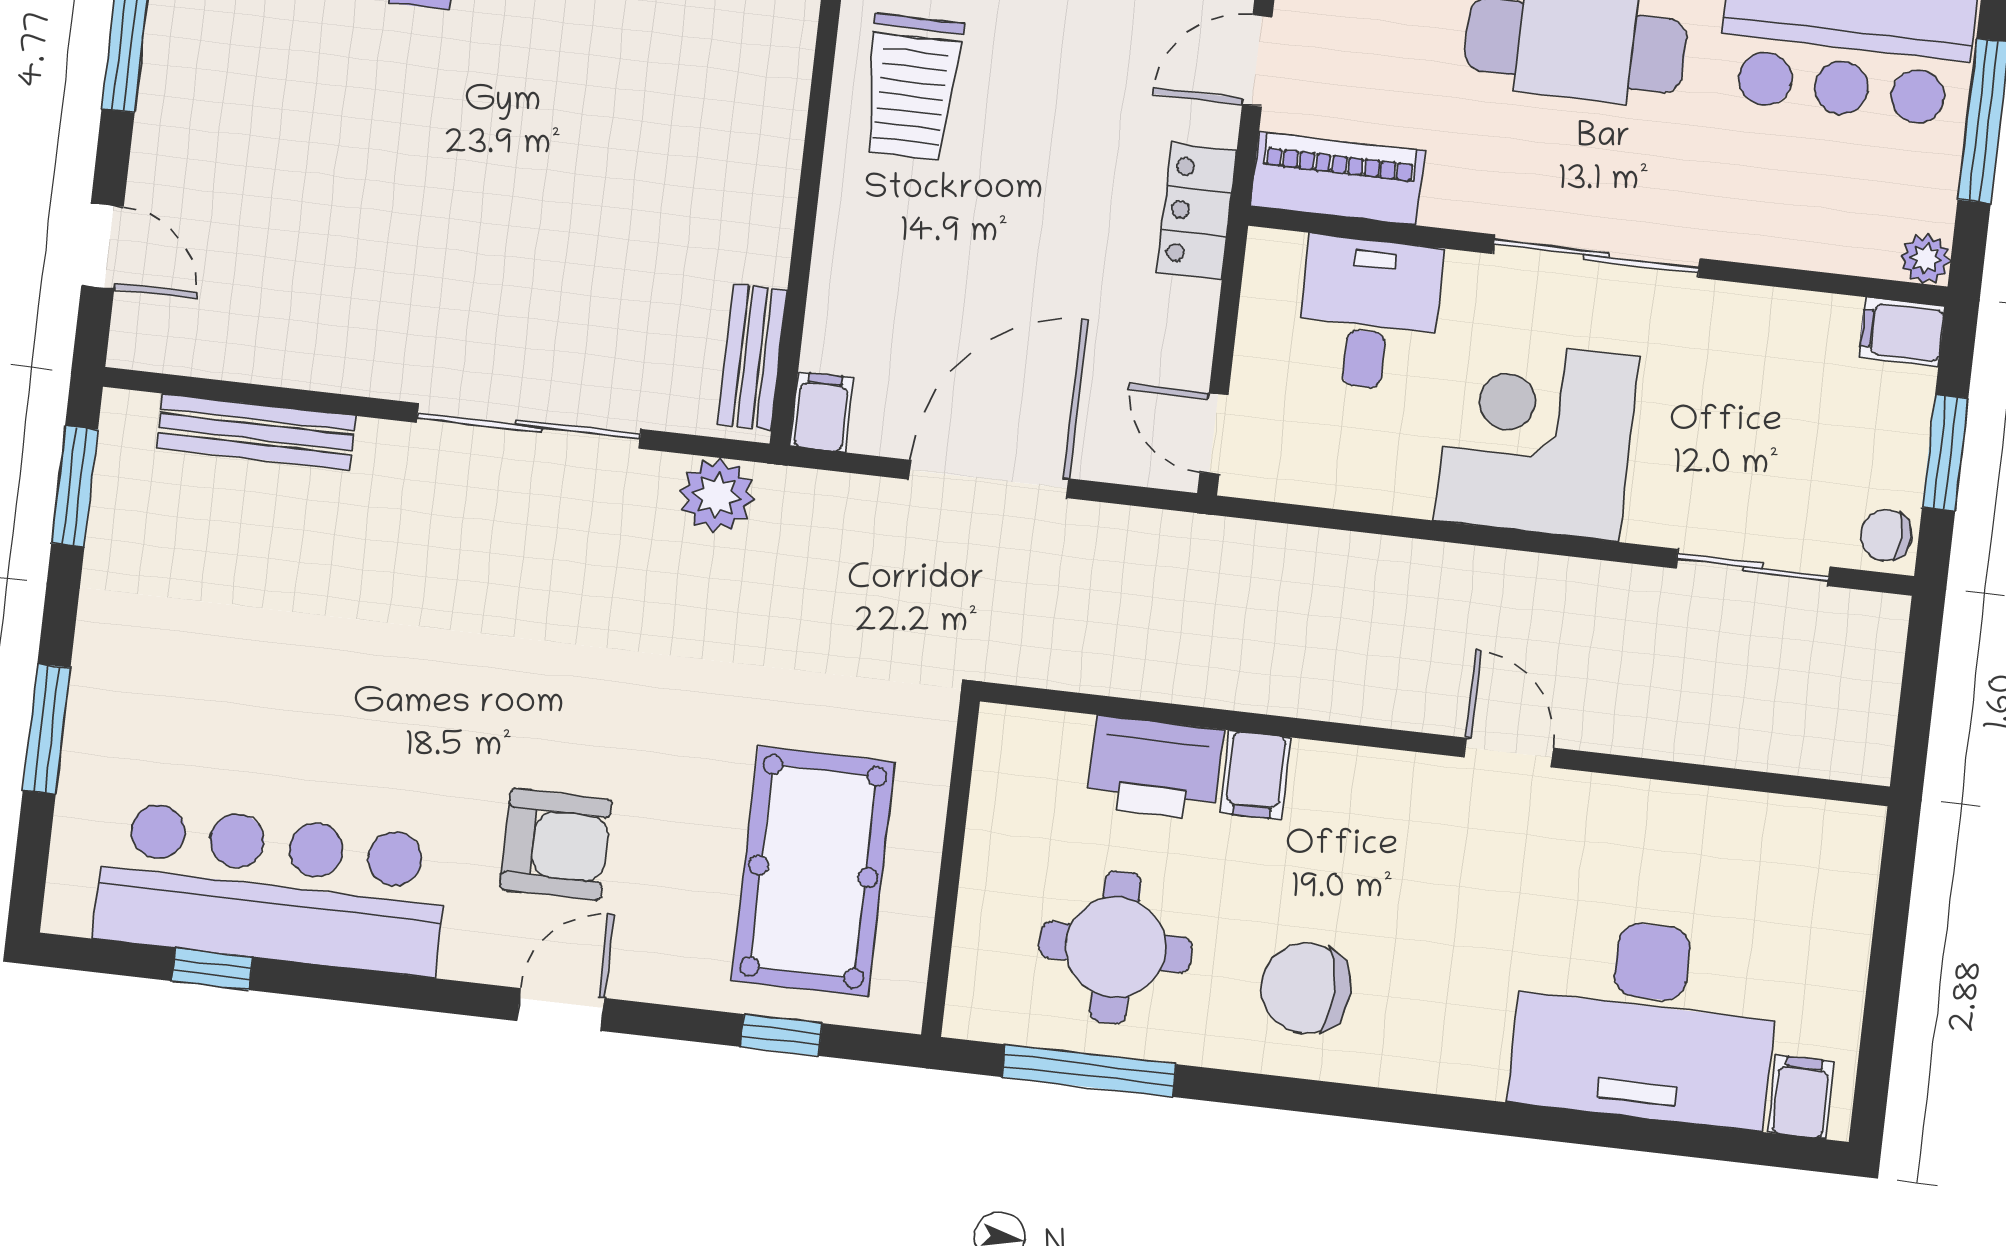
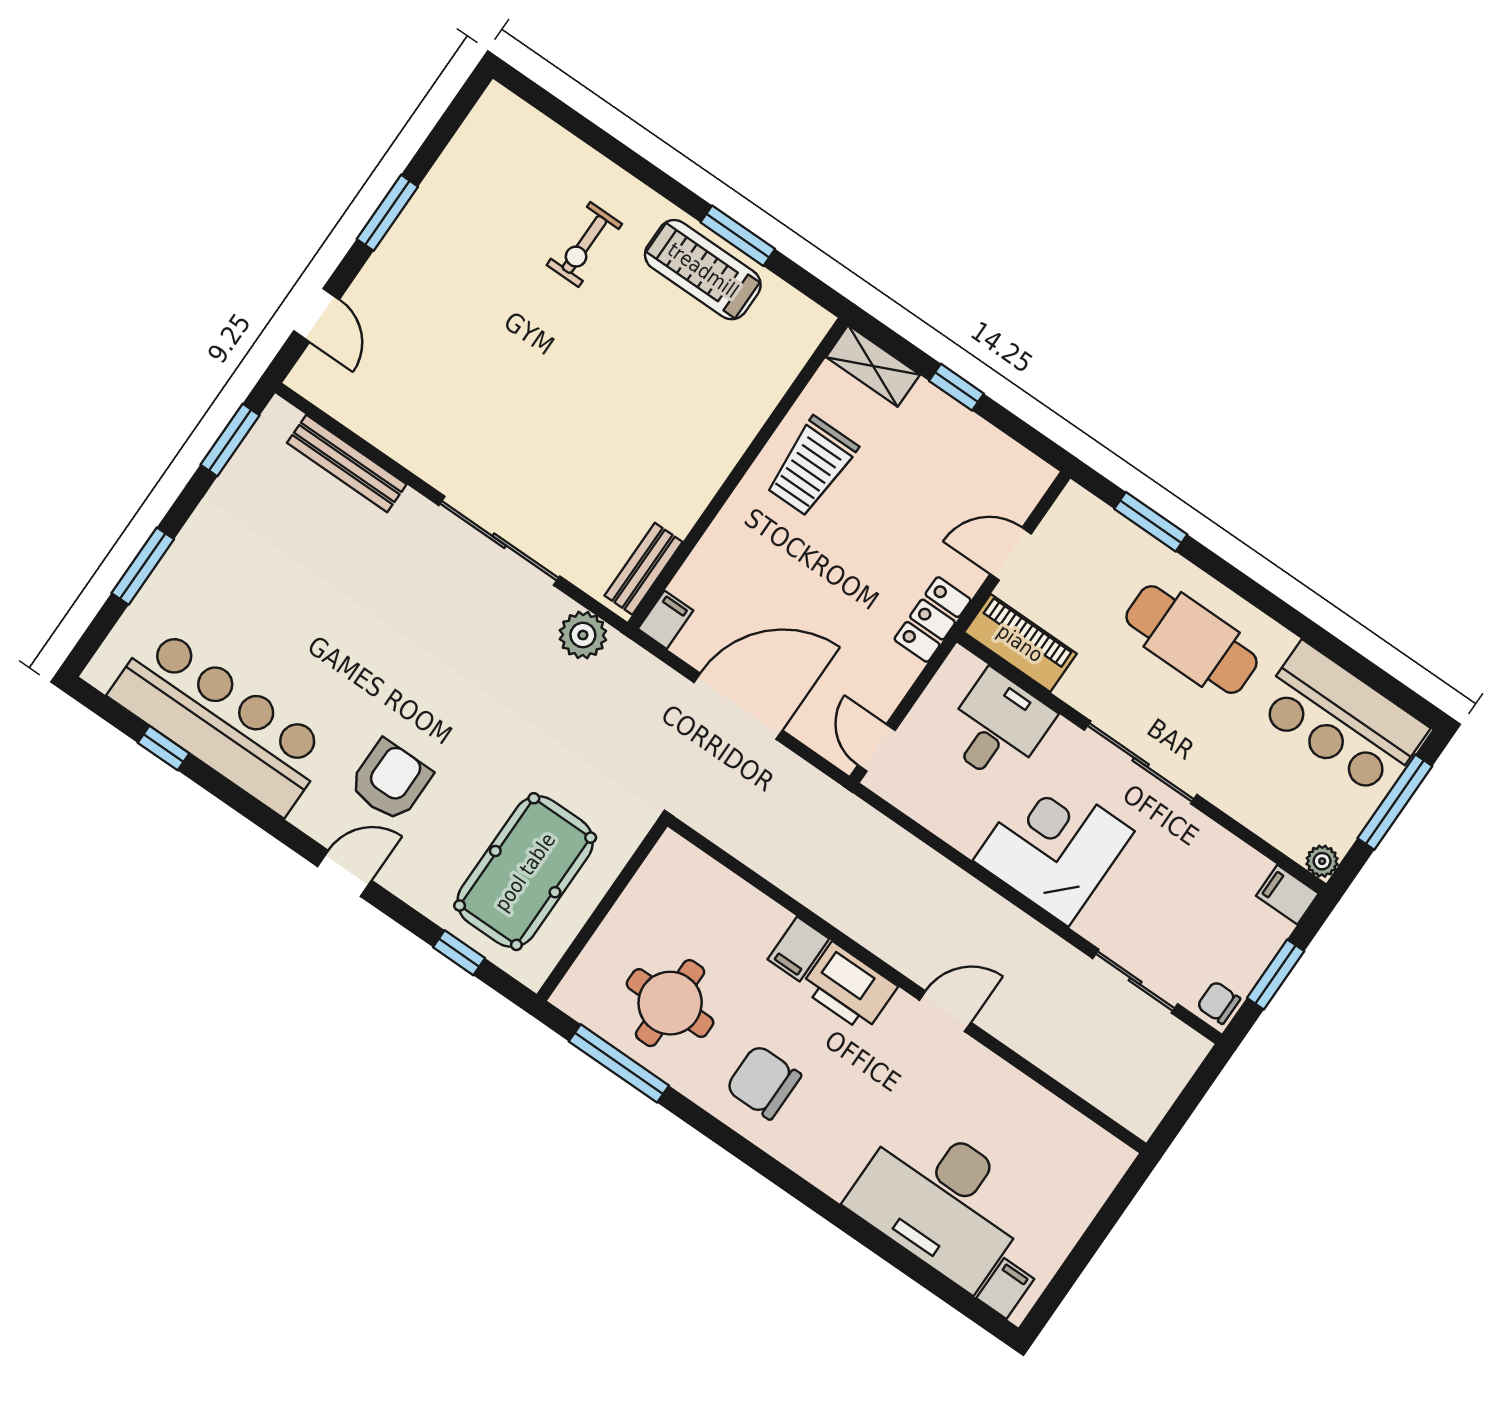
door: (1508, 753) -> (945, 1011), hinge flipped
printer: (1155, 768) -> (849, 987), moved
armchair: (556, 845) -> (390, 781), turned -90

